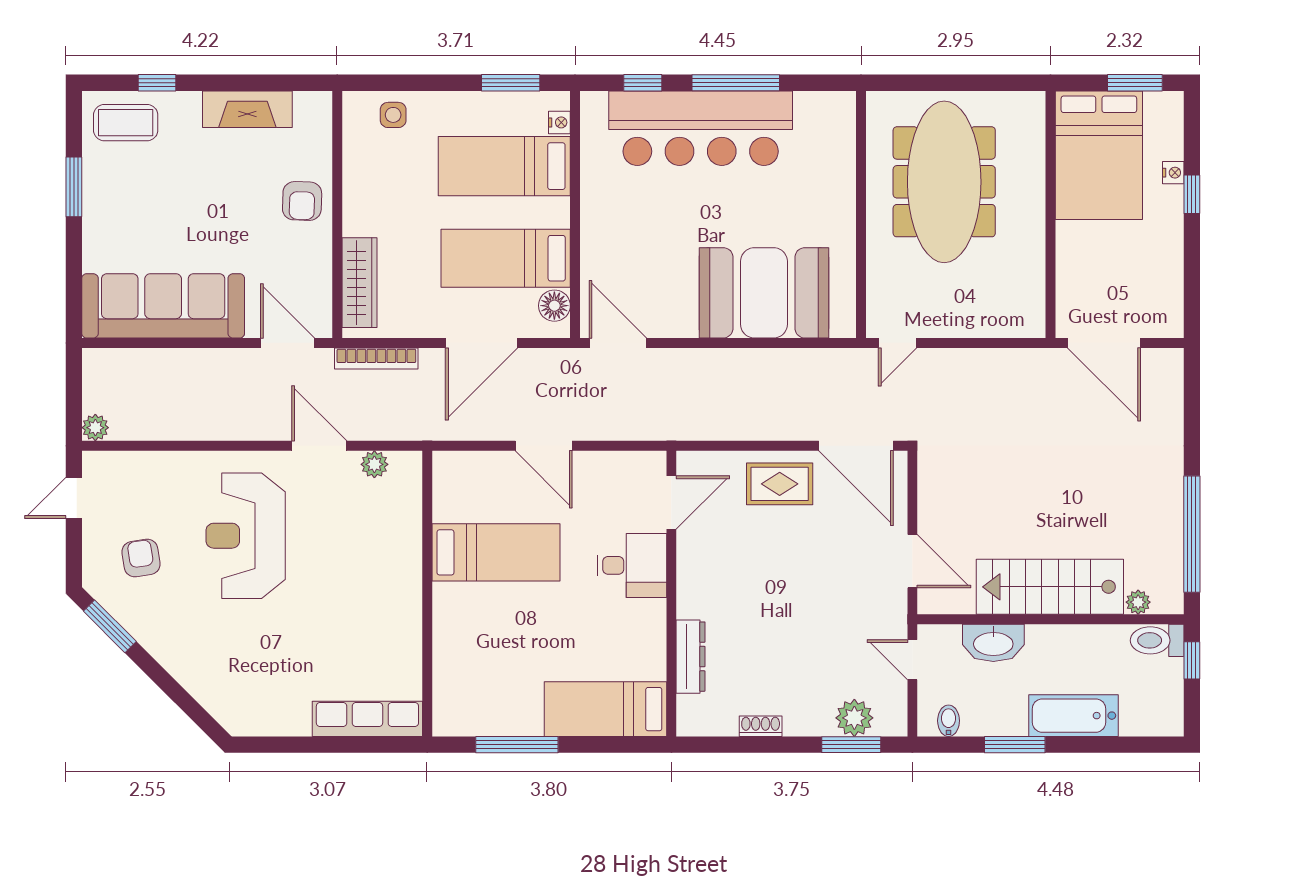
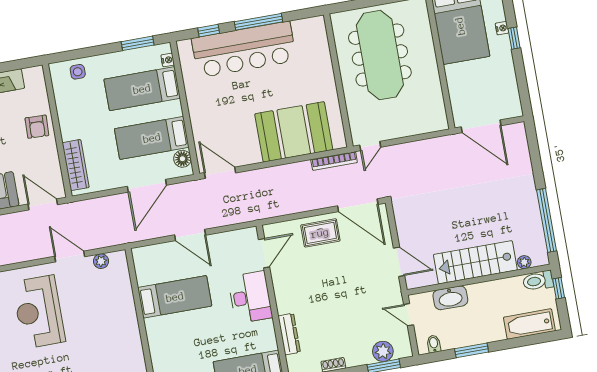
bookcase: (376, 358) -> (334, 161), moved
desk: (632, 565) -> (250, 297), width x1.37
bathtub: (1073, 716) -> (529, 324), moved

